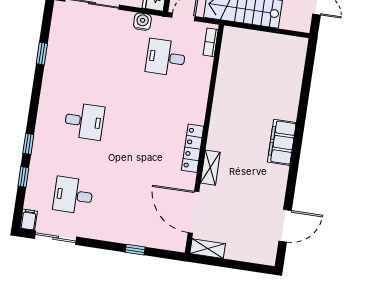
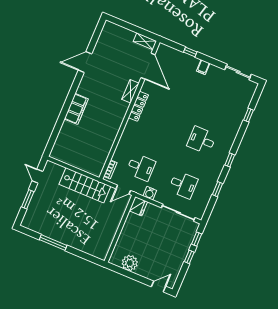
filing cabinet: (282, 142) -> (76, 109), moved
window: (28, 144) -> (230, 160), moved
desk: (73, 195) -> (183, 185), moved
filing cabinet: (29, 220) -> (203, 67), moved
door: (285, 226) -> (85, 62), moved

